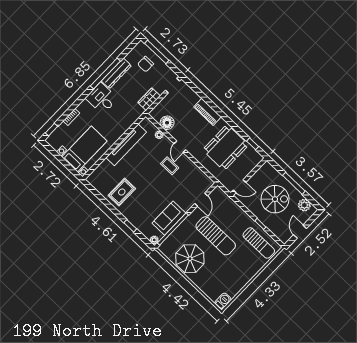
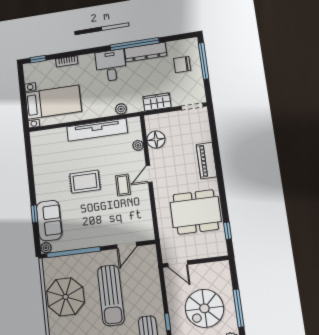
plant: (130, 121) -> (121, 109), added
rug: (122, 192) -> (85, 182), moved
spiral stairs: (275, 199) -> (204, 308), turned 90
sofa: (169, 218) -> (49, 221), moved, turned 90

